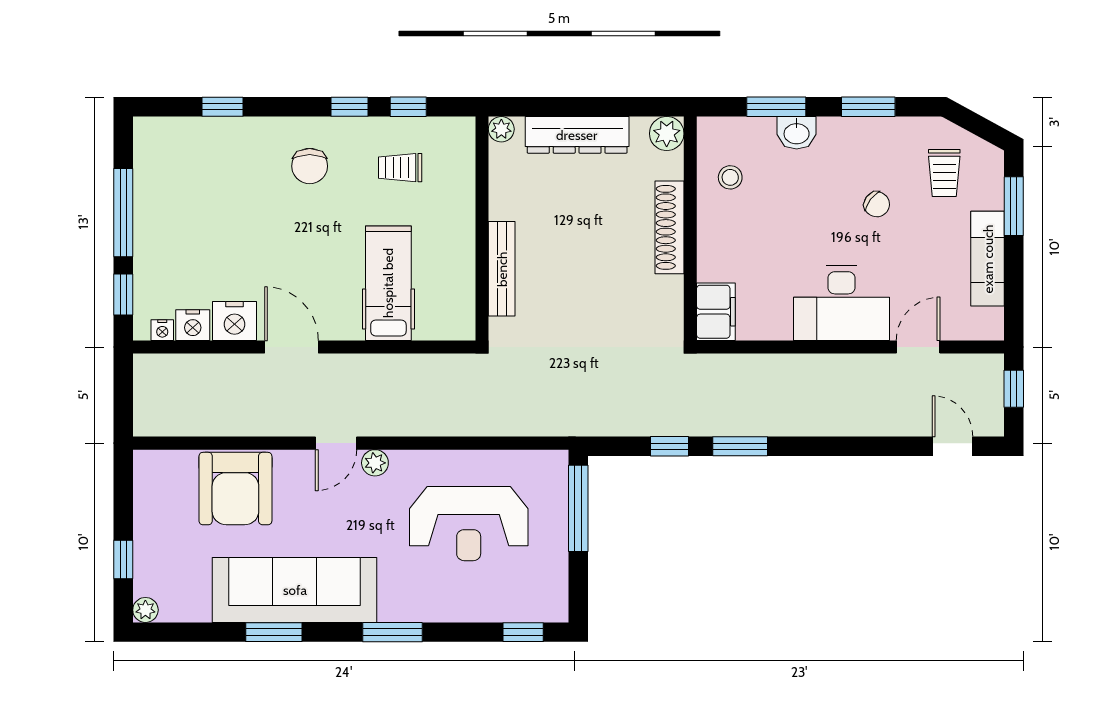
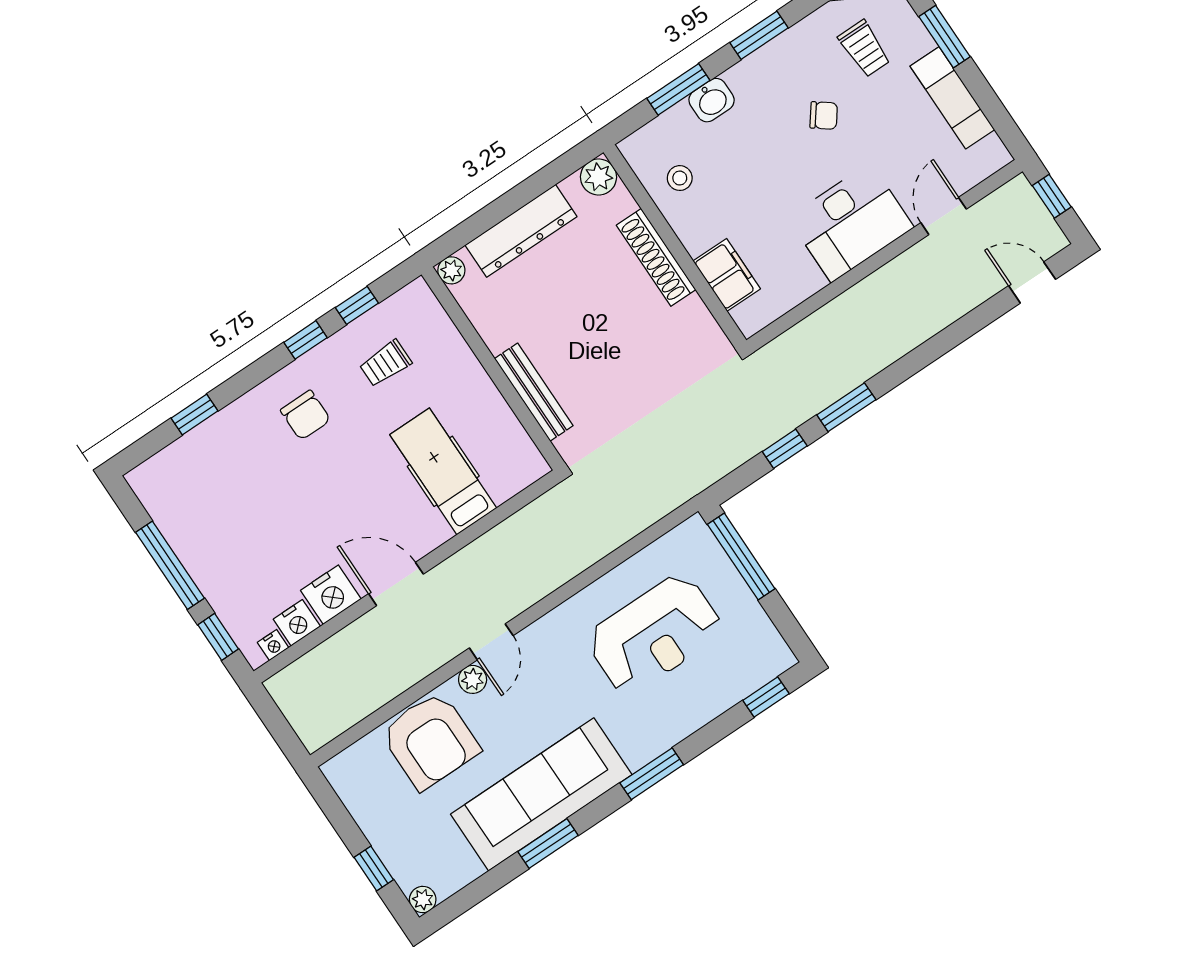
filing cabinet: (716, 312) -> (727, 275), moved
plant: (375, 463) -> (473, 679), moved

